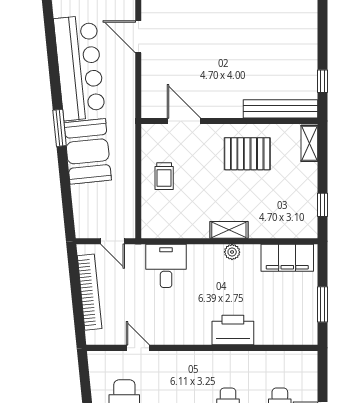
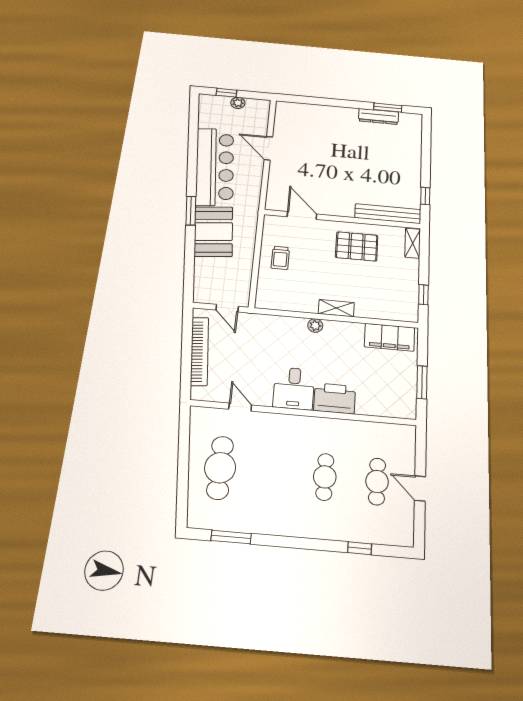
plant: (232, 252) -> (315, 326), moved
desk: (166, 266) -> (294, 388), moved, turned 180

